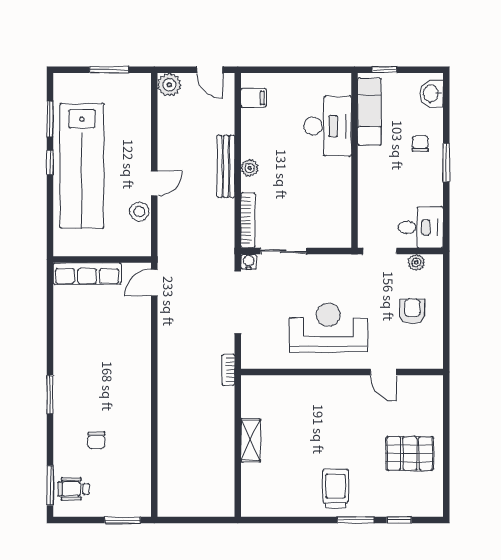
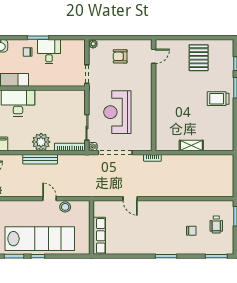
plant: (250, 168) -> (41, 142), width x1.87, depth x1.87
desk: (421, 227) -> (49, 52), moved
plant: (416, 262) -> (93, 44), moved
door: (154, 283) -> (130, 199), moved
reception desk: (328, 328) -> (117, 112), moved
door: (383, 372) -> (154, 56), moved
wheelchair: (74, 489) -> (216, 224), moved

